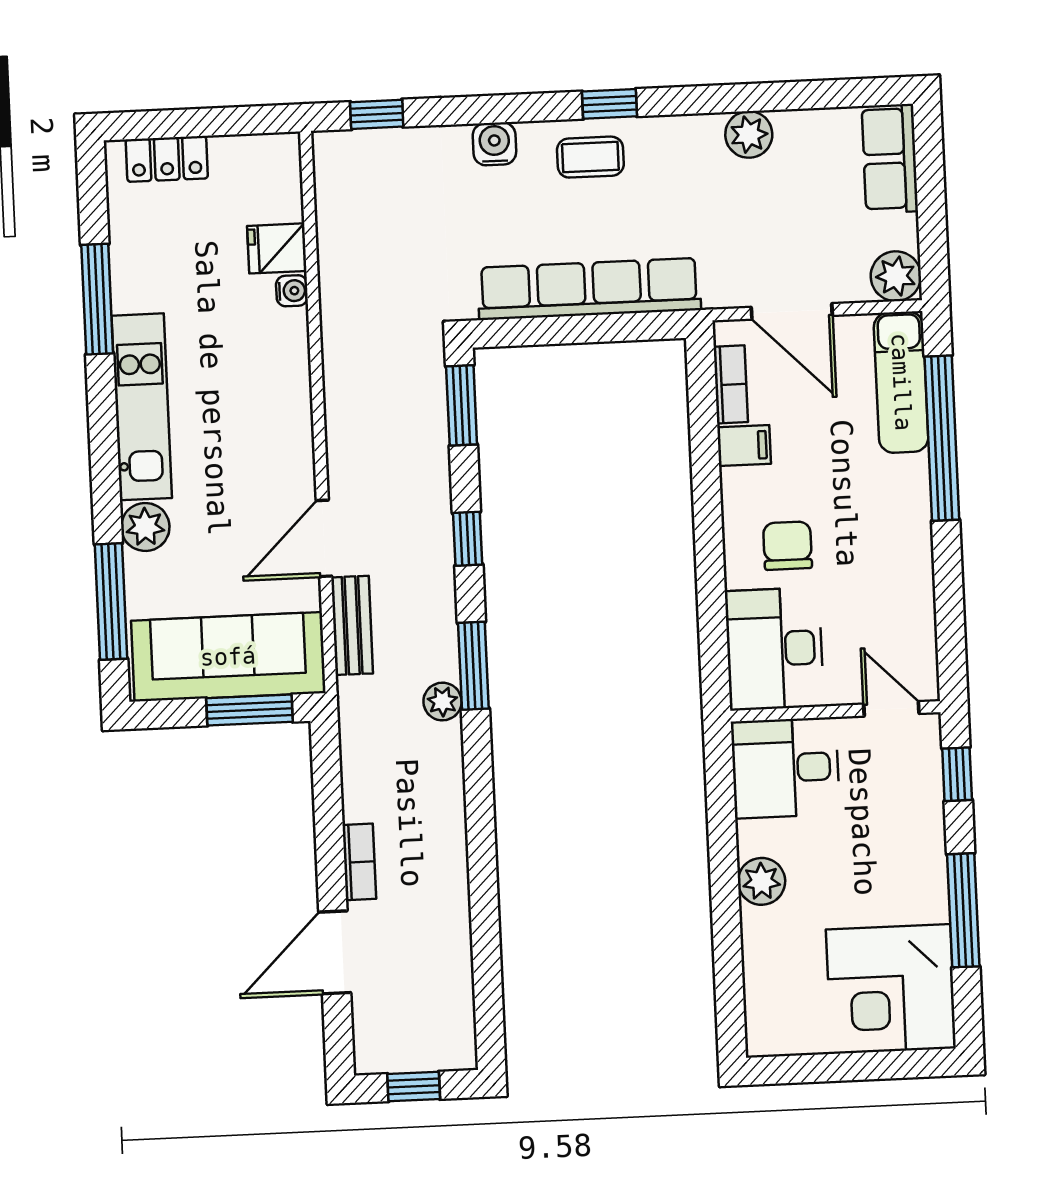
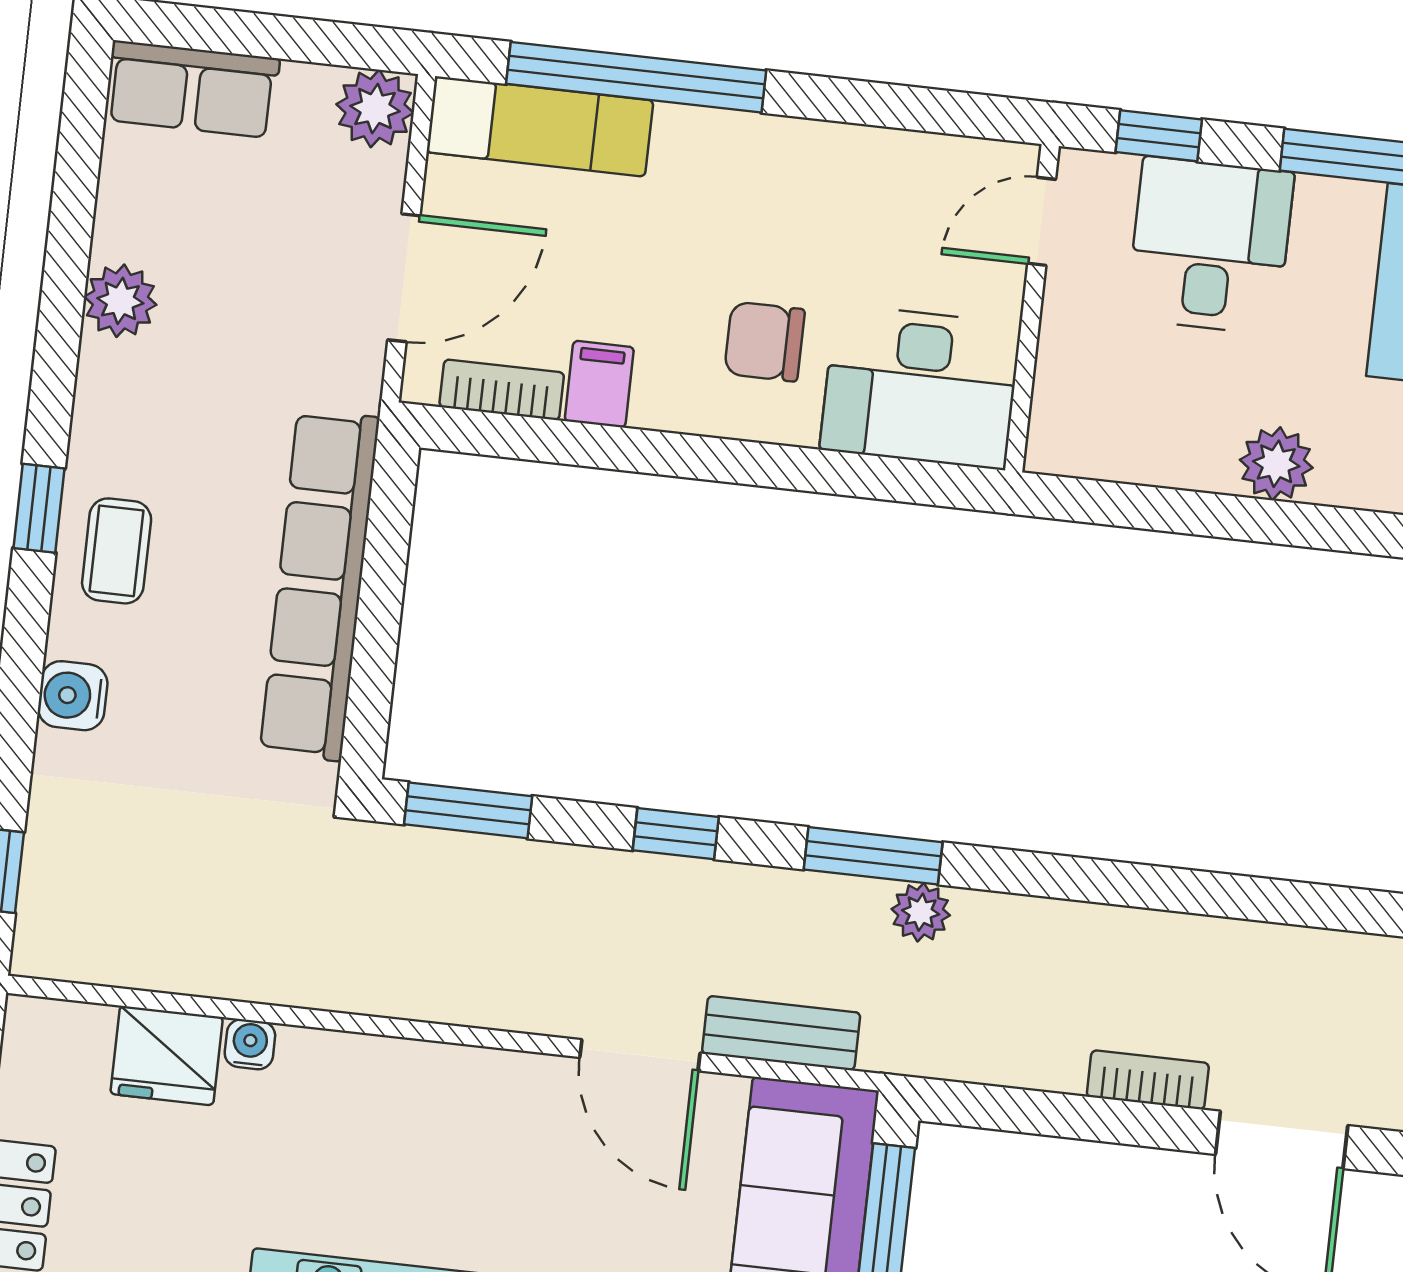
fridge: (277, 248) -> (167, 1056), width x1.38
desk: (785, 768) -> (1210, 246), moved, turned 180

